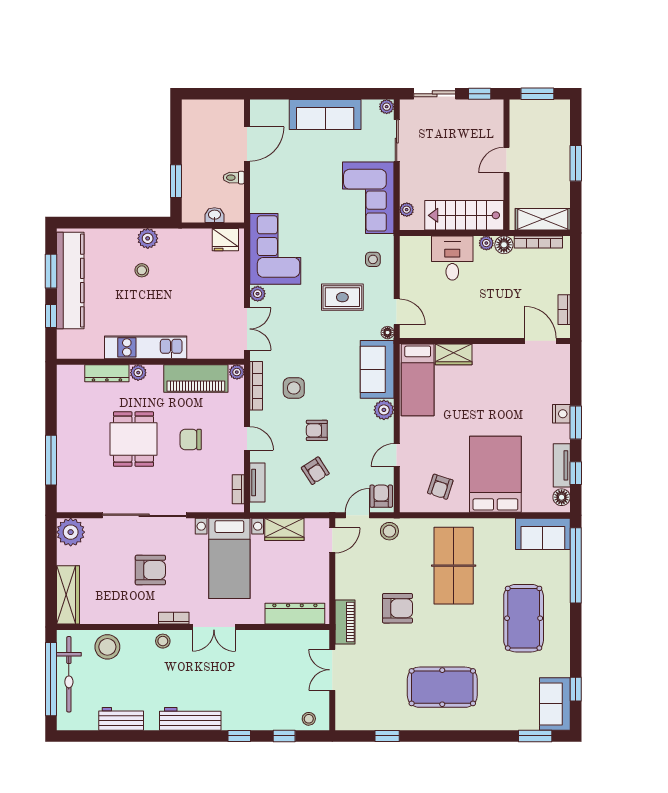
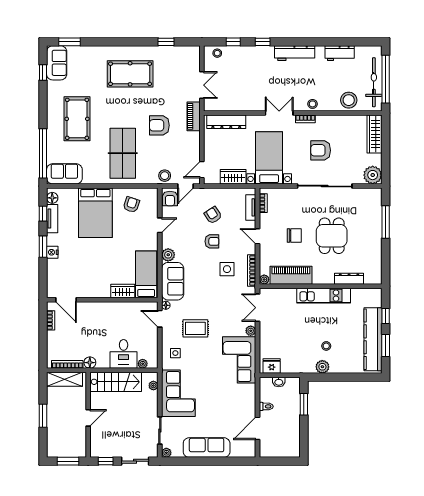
plant: (486, 243) -> (143, 364), moved
plant: (138, 373) -> (329, 279), removed

